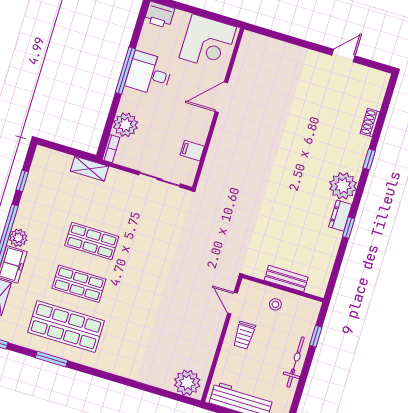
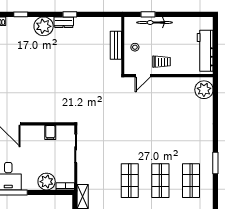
shop shelf: (66, 326) -> (191, 181), width x0.70, depth x0.74
window: (52, 359) -> (215, 163), moved
bicycle: (296, 362) -> (155, 22), moved

